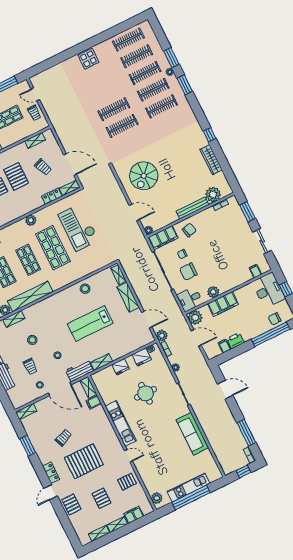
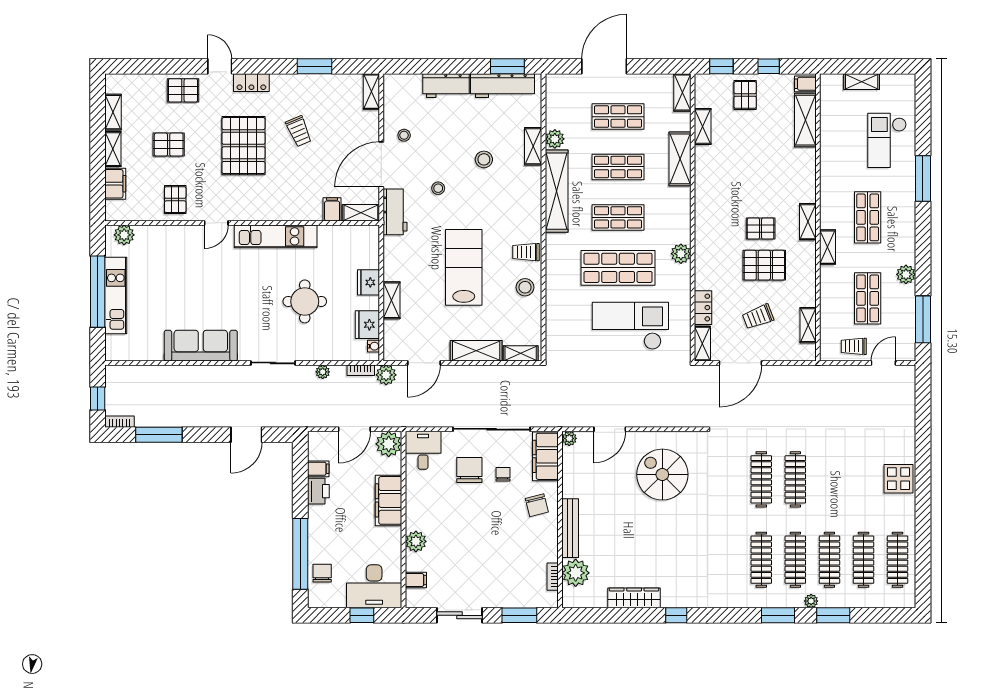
plant: (213, 292) -> (416, 541), moved
shelving: (102, 362) -> (391, 300), moved
trolley: (30, 366) -> (526, 252), moved

